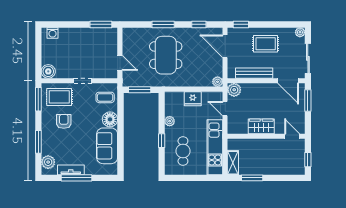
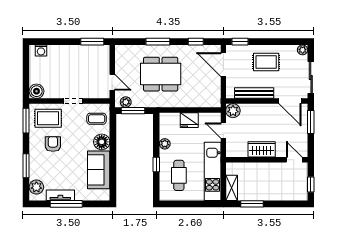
dining table: (166, 55) -> (161, 74), turned 90
plant: (218, 82) -> (126, 102), moved

